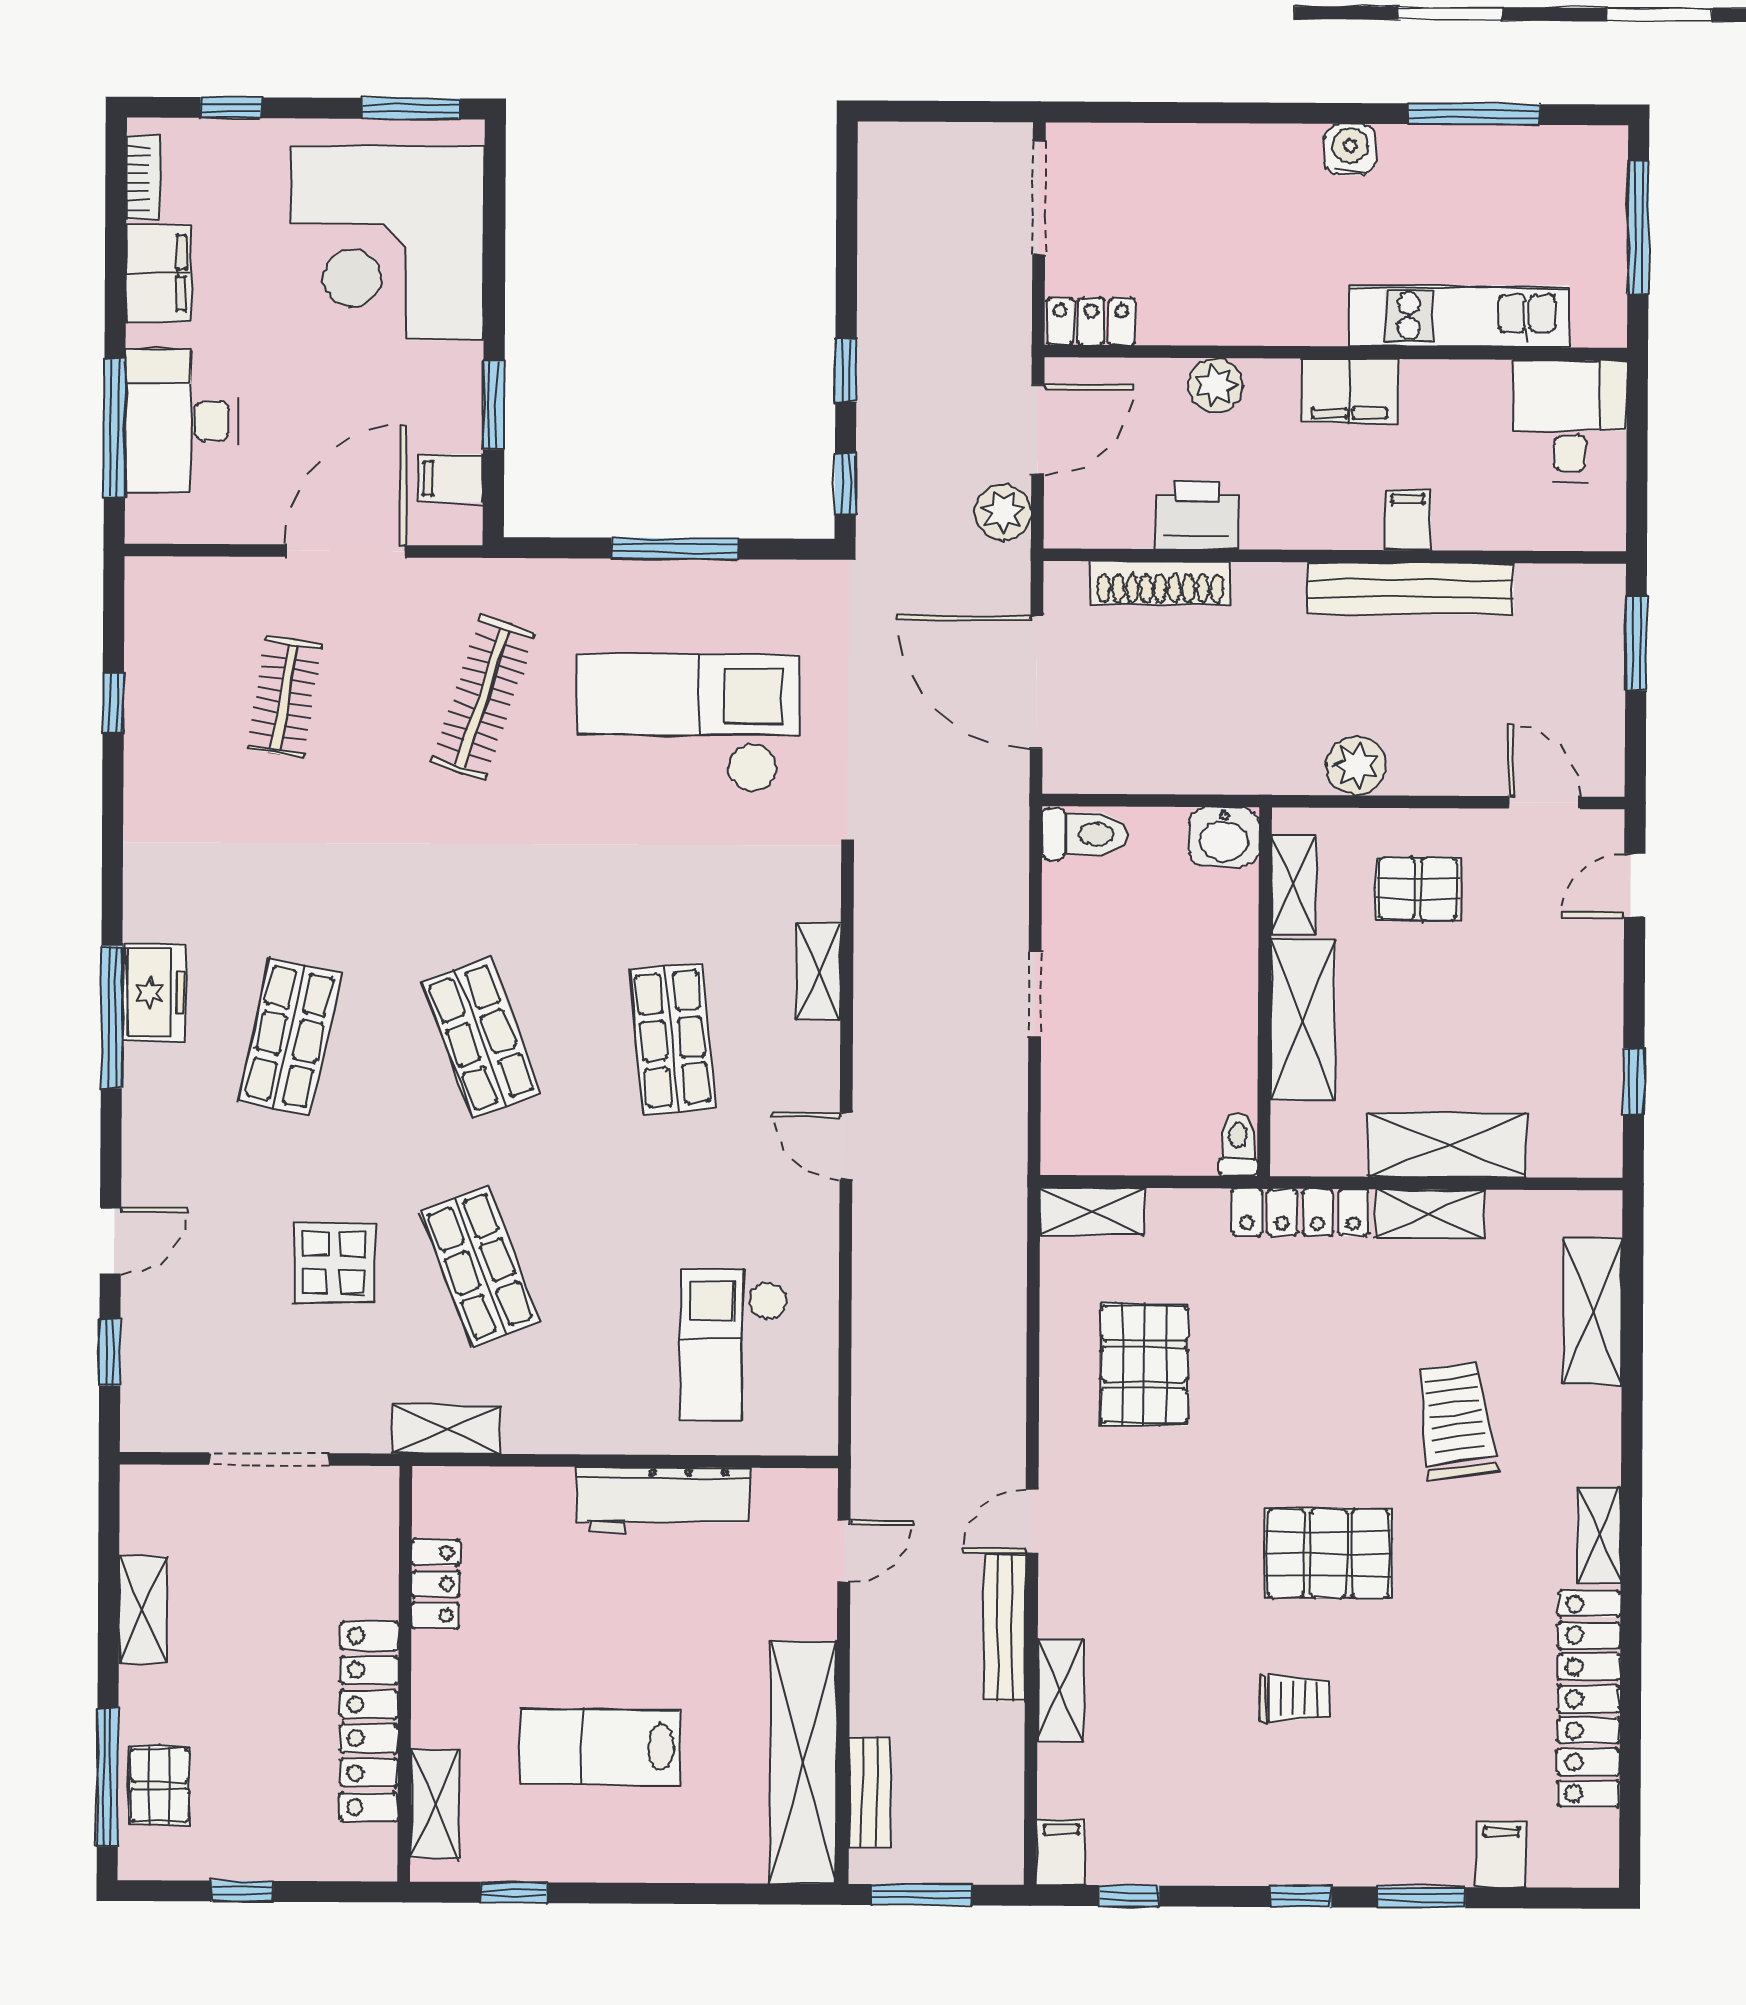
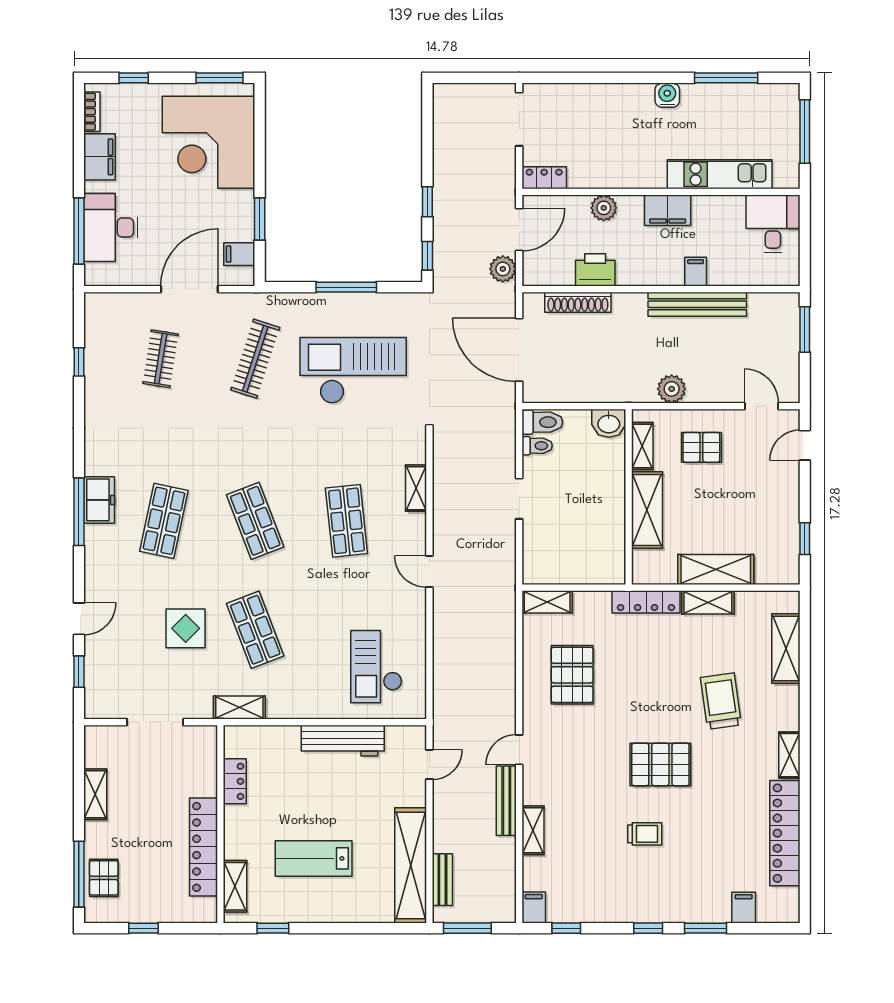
toilet: (1238, 1144) -> (537, 446), moved, turned 90

